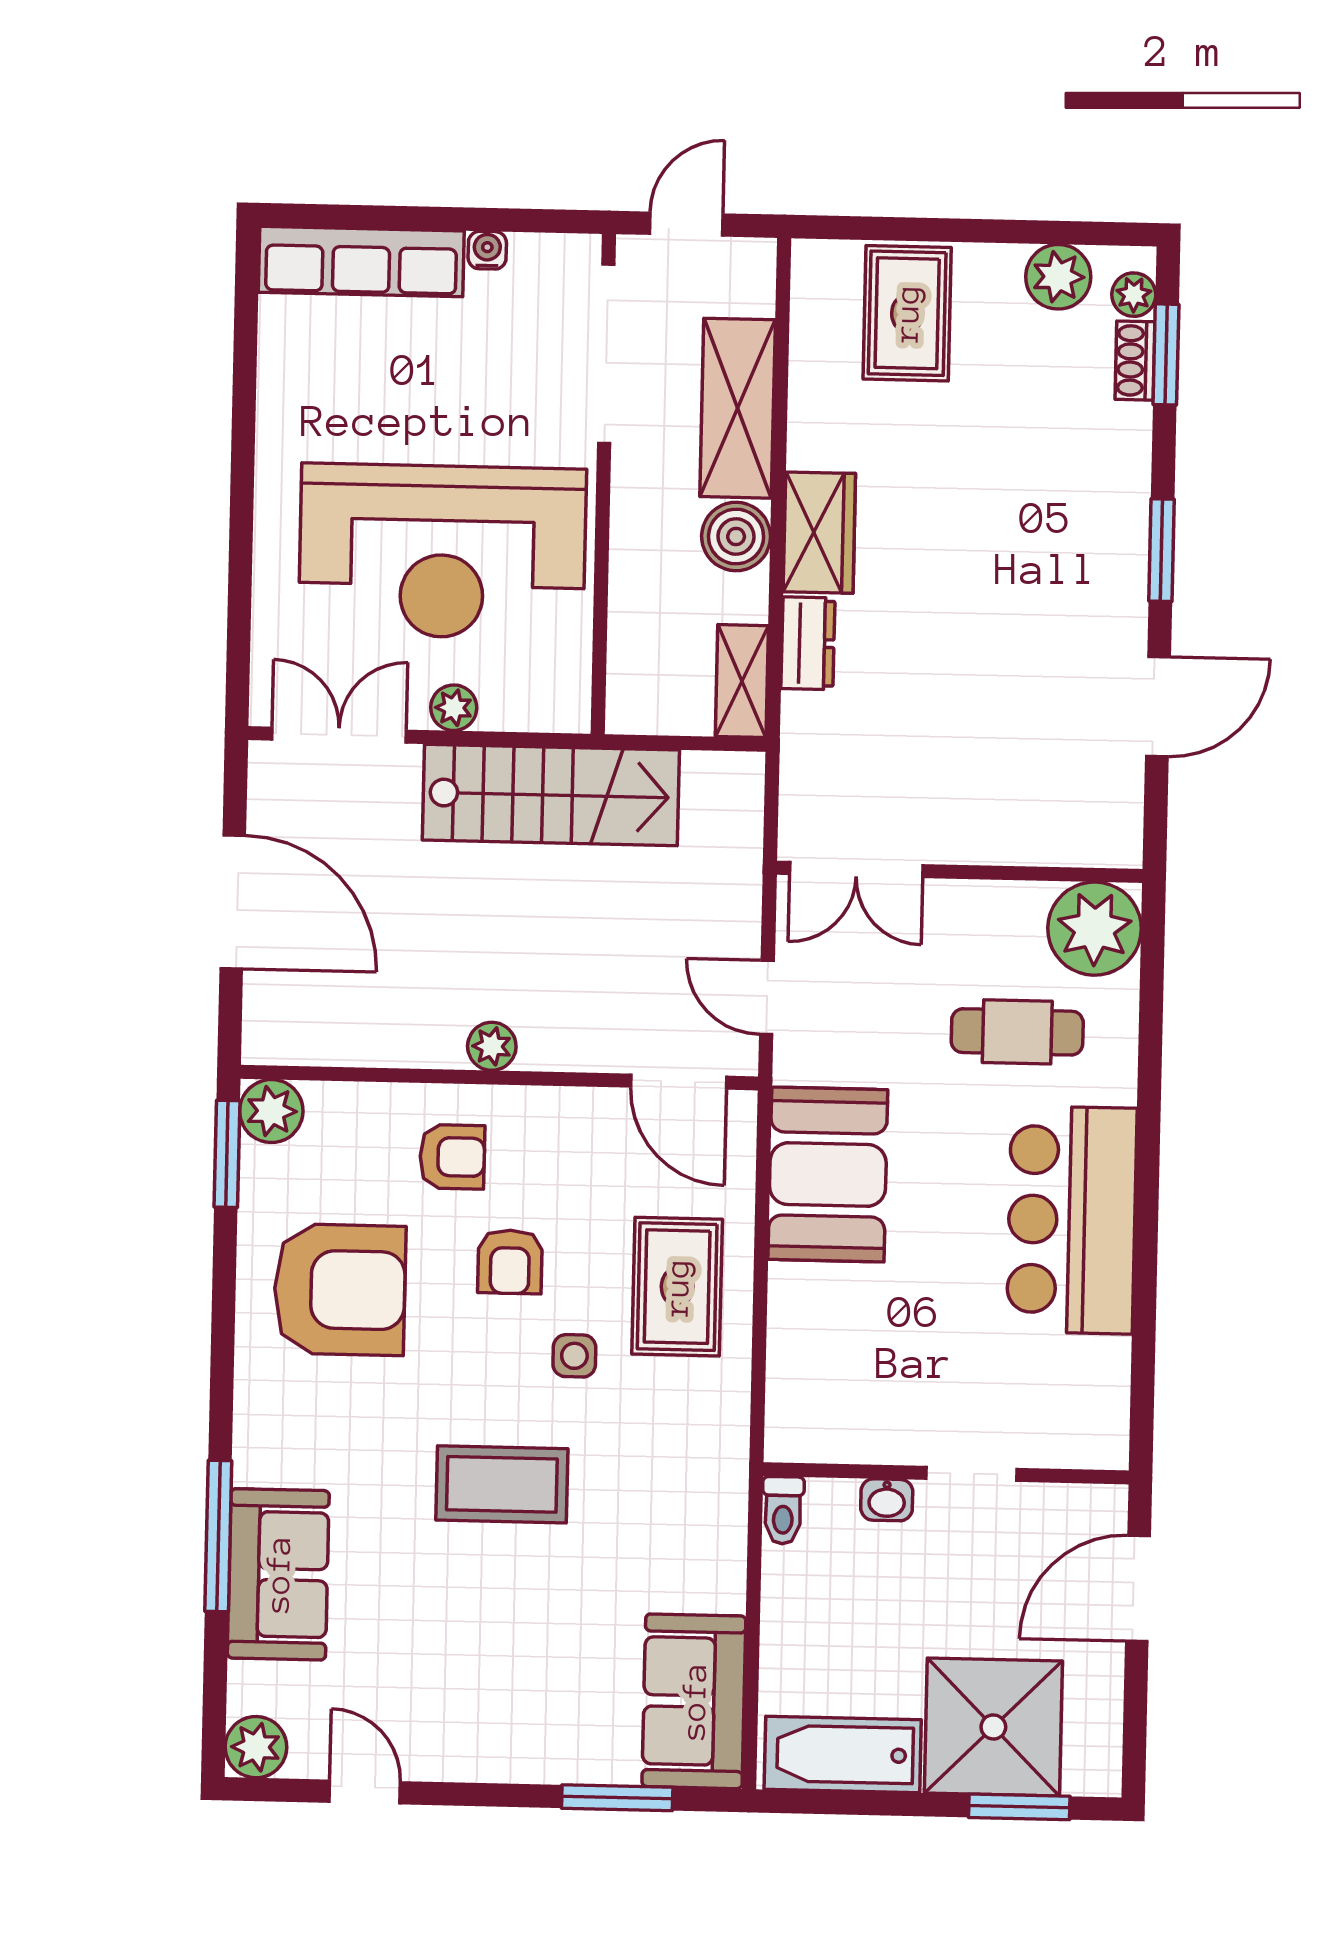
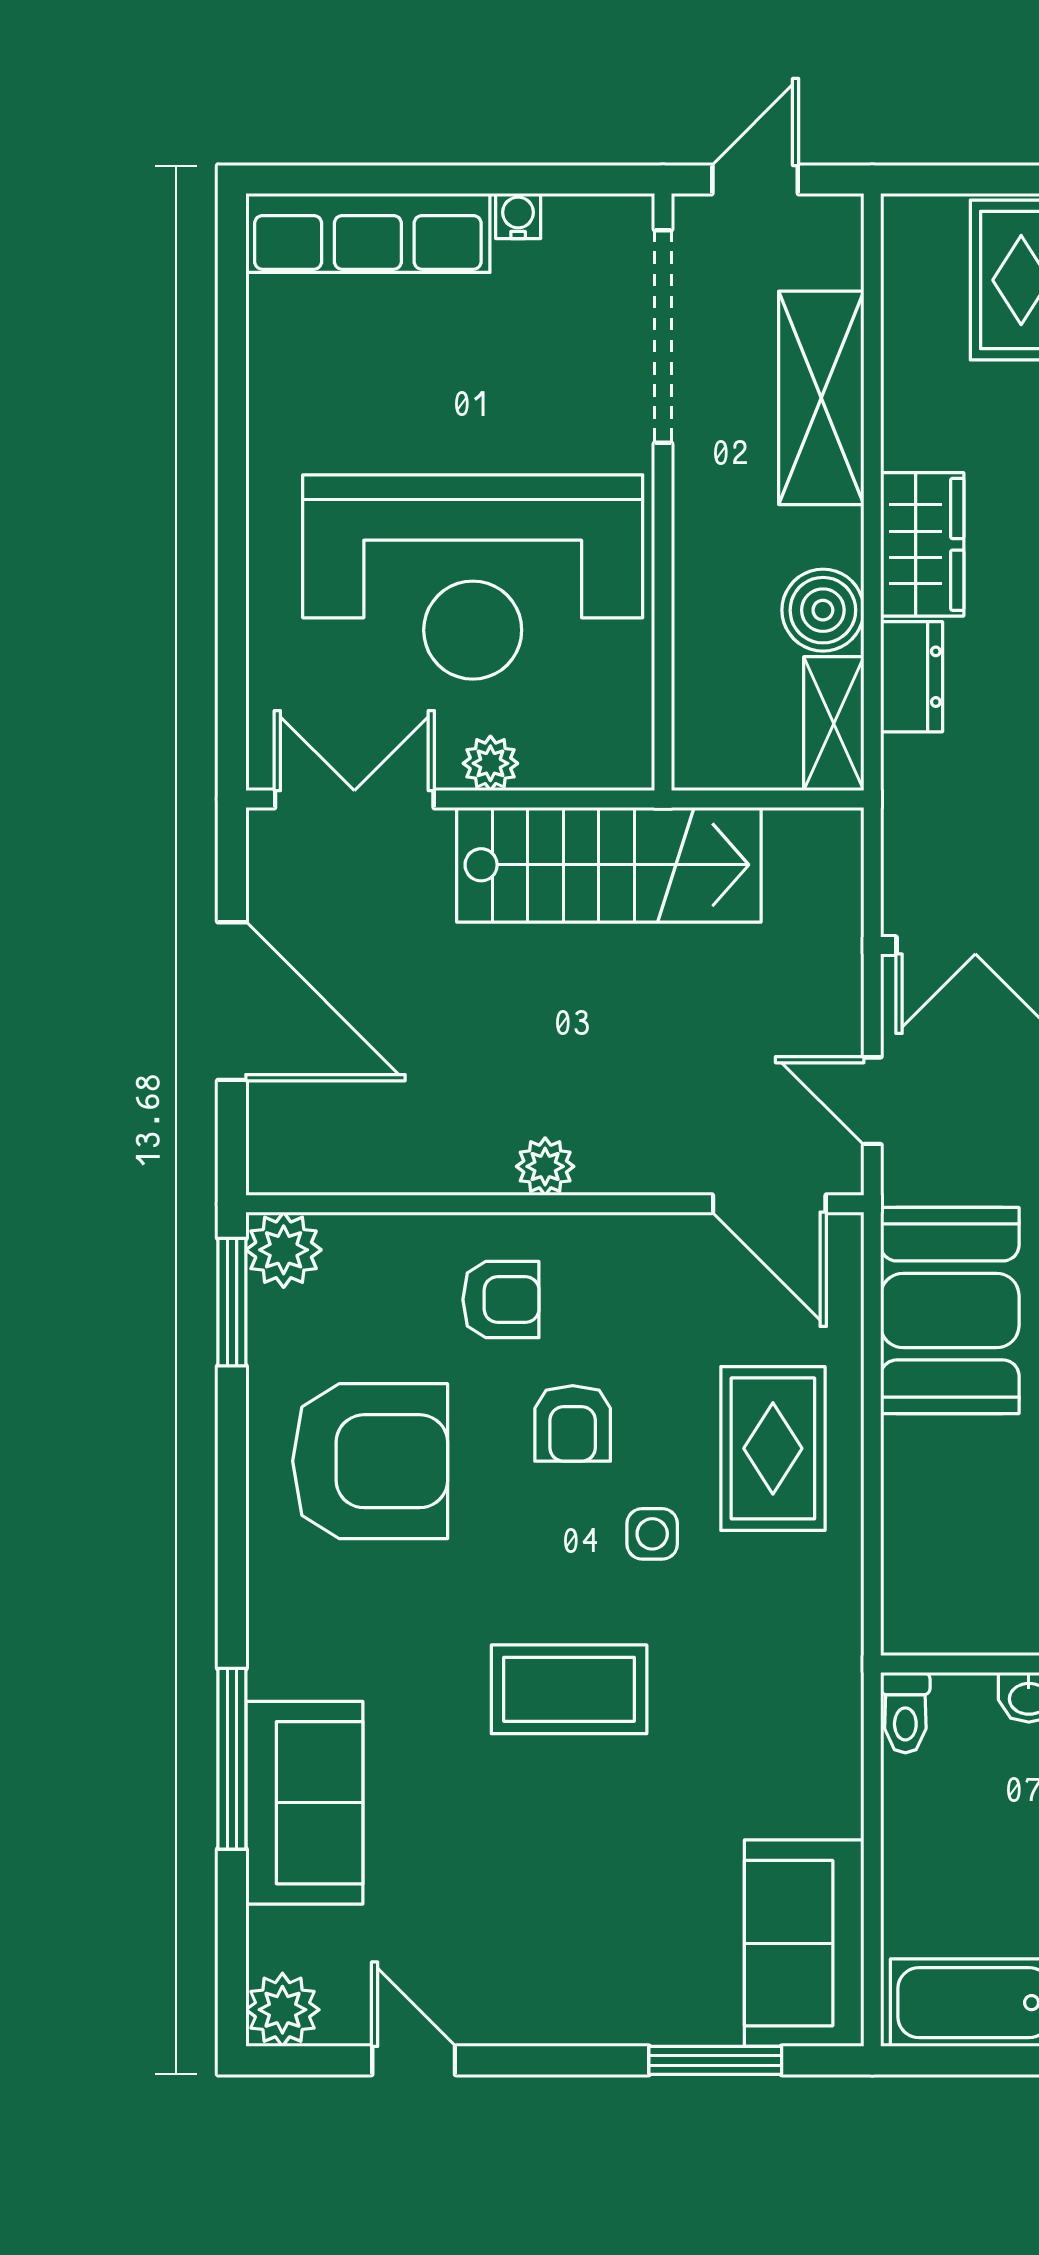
boiler: (736, 536) -> (823, 610), moved

